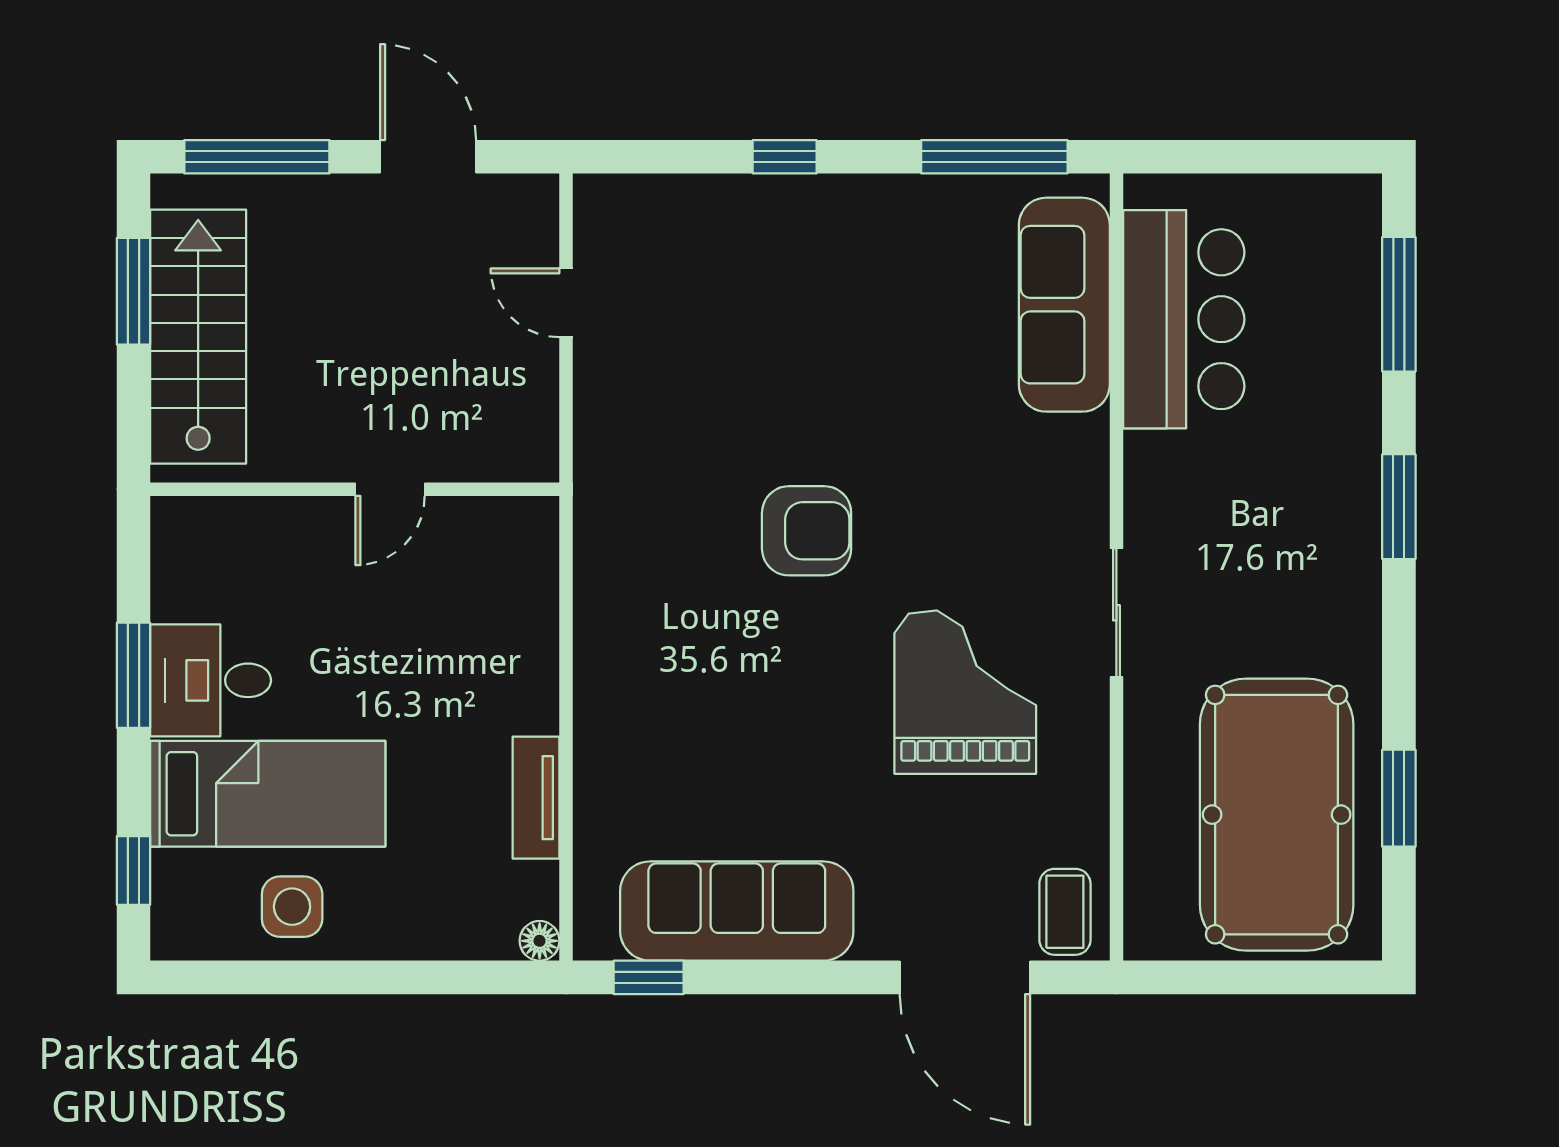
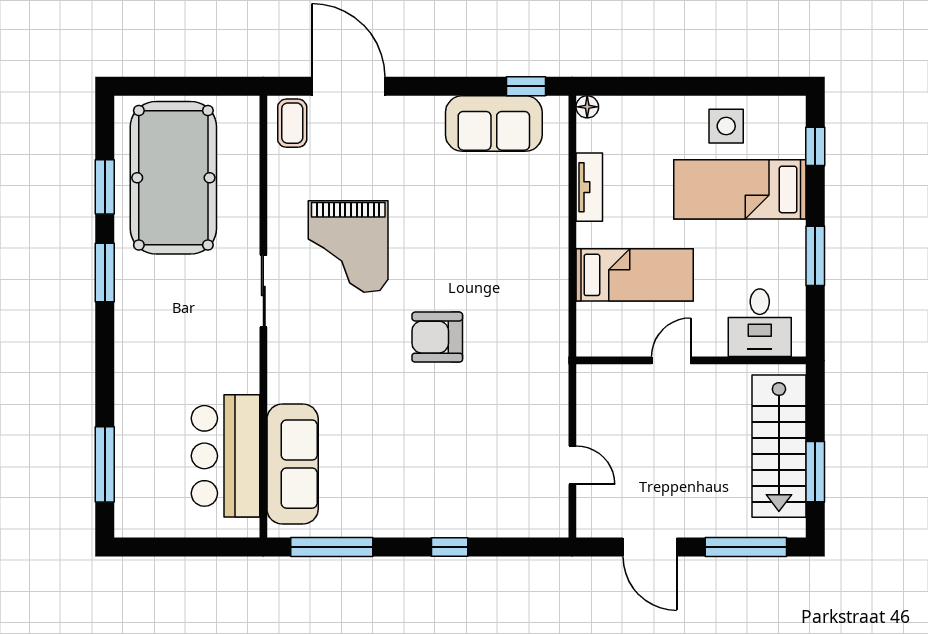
window: (1399, 507) -> (105, 272), moved
bed: (455, 642) -> (635, 275), added
desk: (211, 680) -> (760, 323), moved, turned 90
sofa: (737, 911) -> (494, 124), width x0.73

